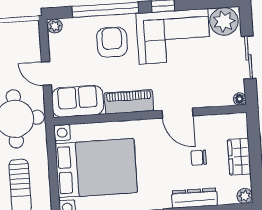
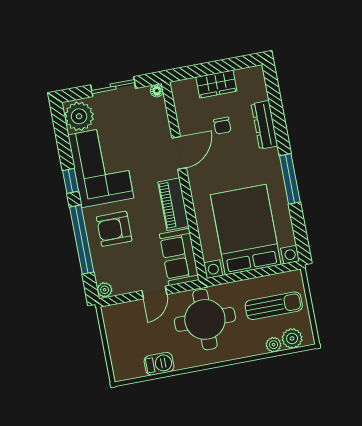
plant: (245, 196) -> (256, 73), removed

